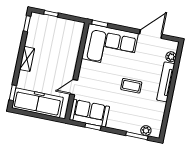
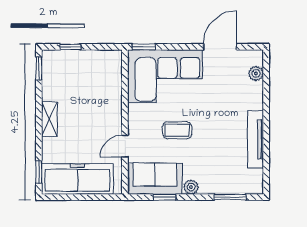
tv unit: (166, 82) -> (256, 139), moved
coffee table: (131, 86) -> (177, 130), moved
plant: (146, 131) -> (191, 187), moved

